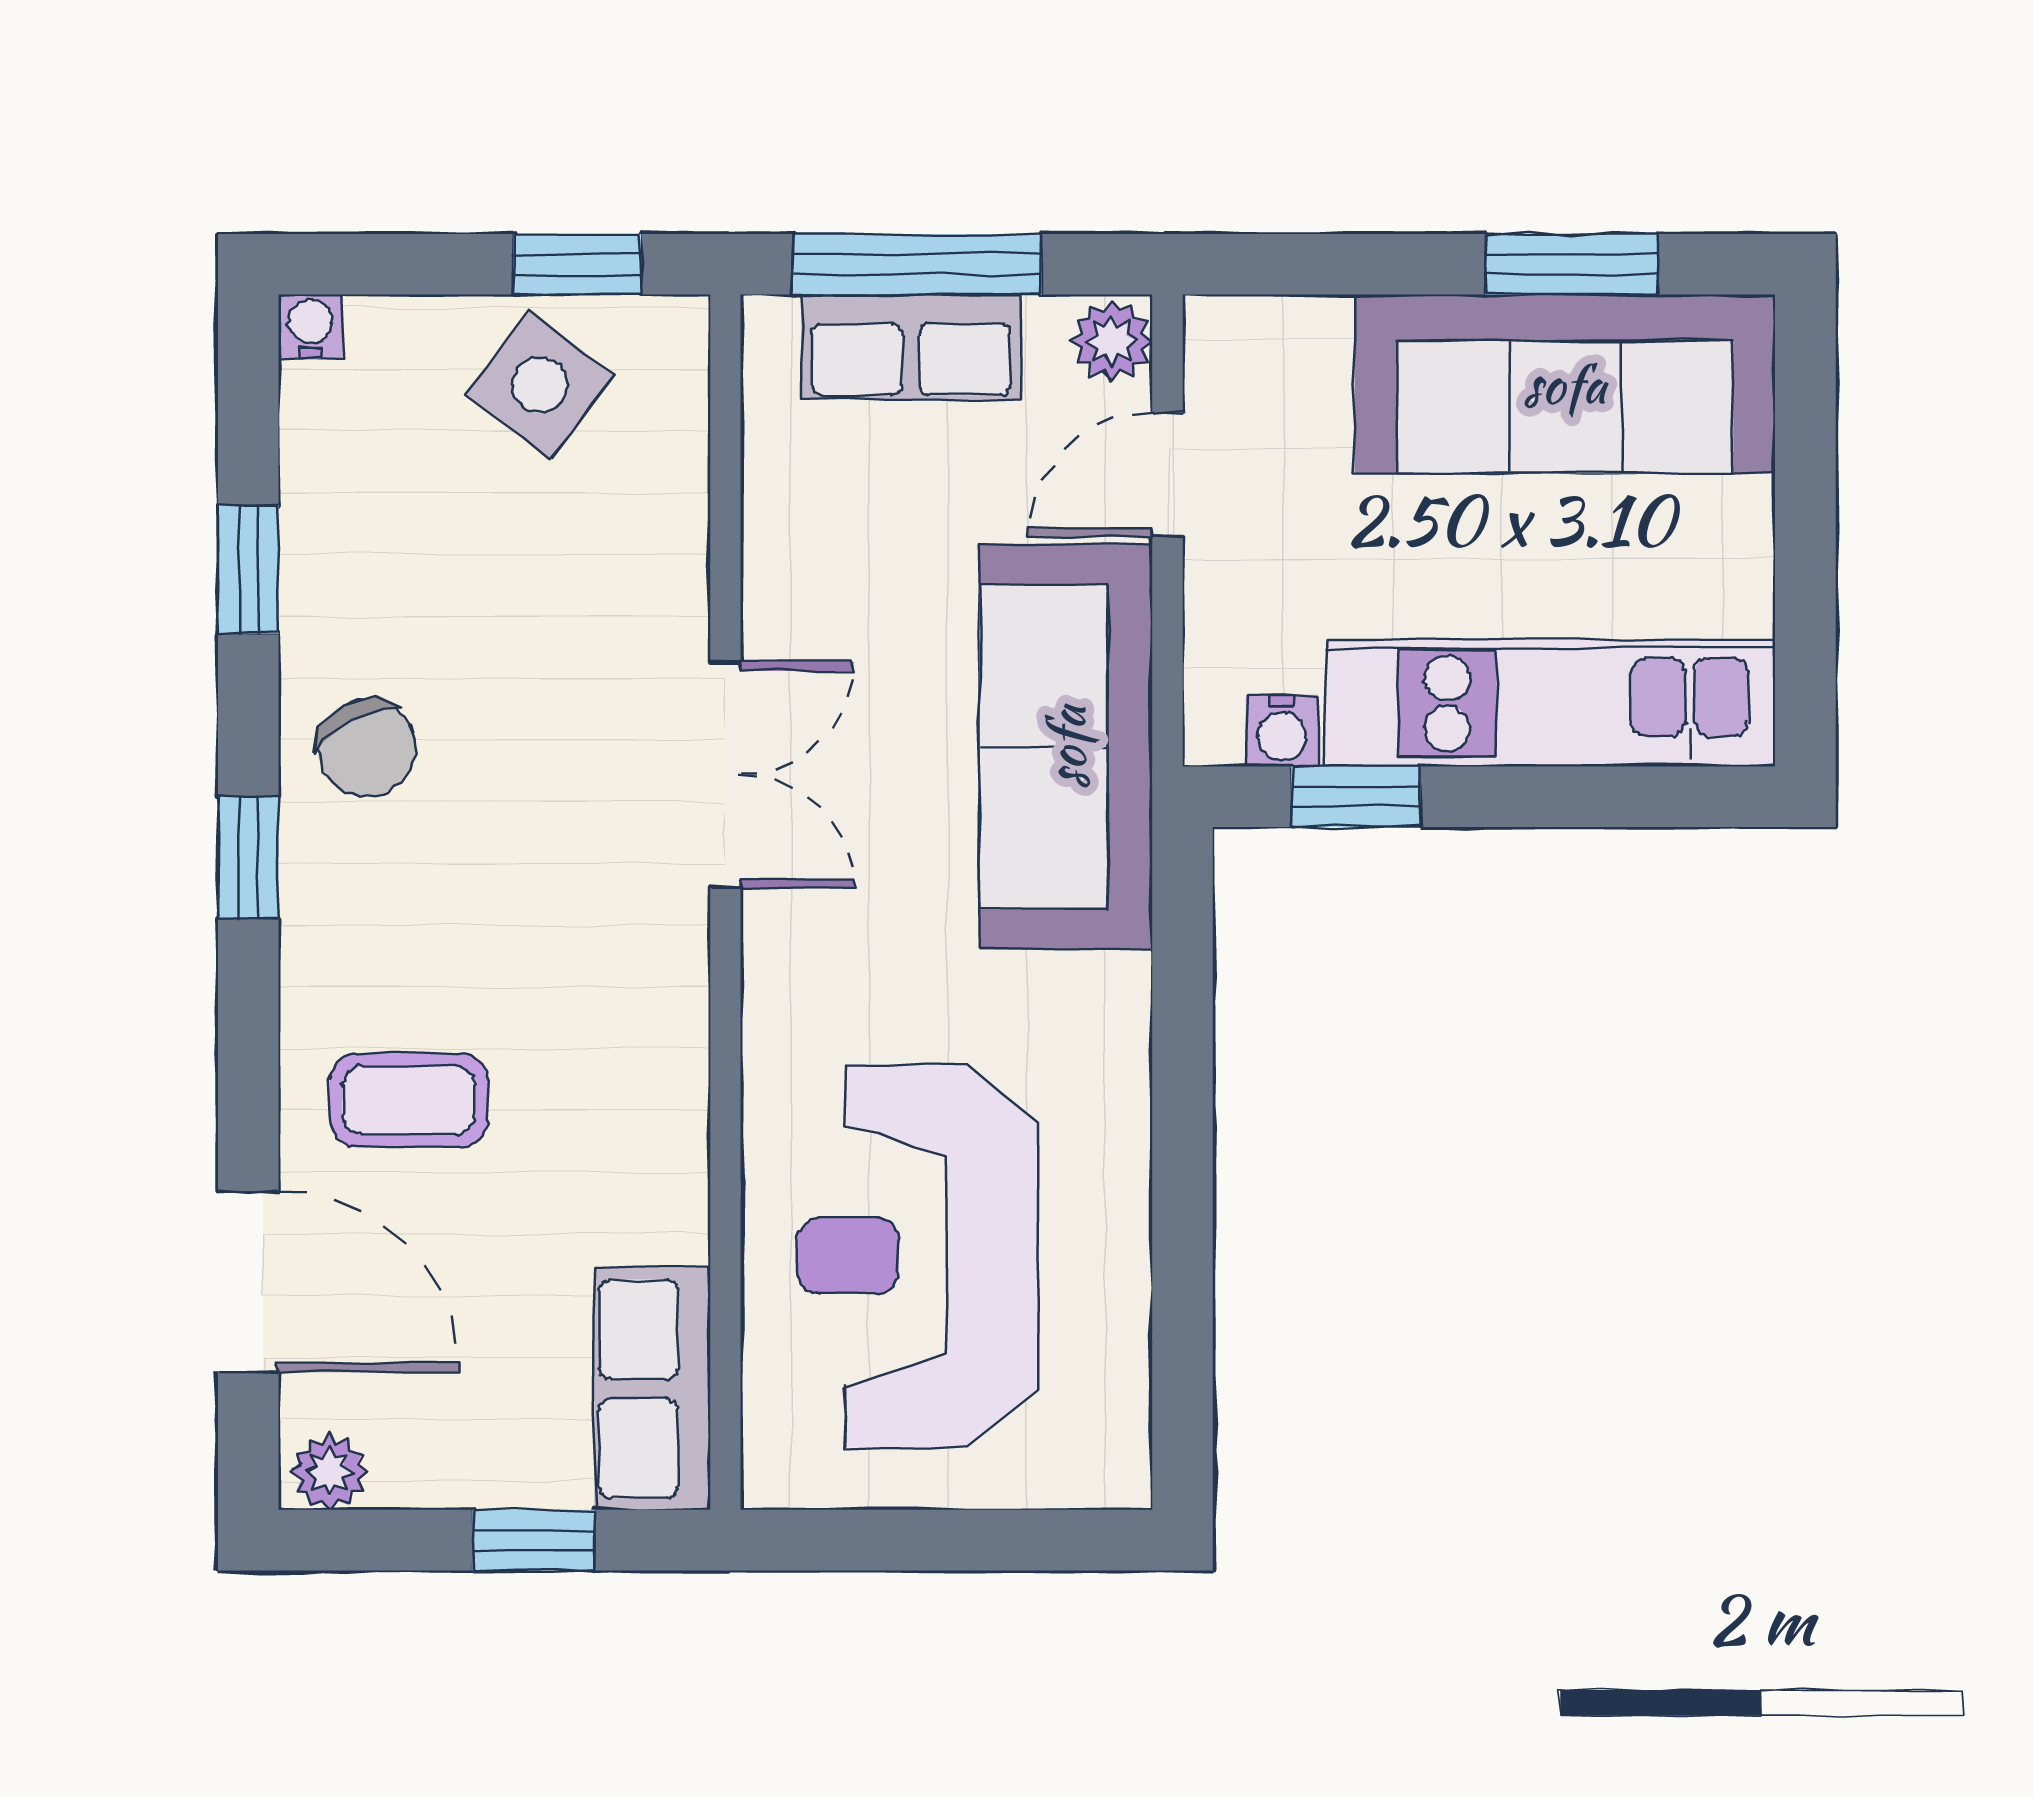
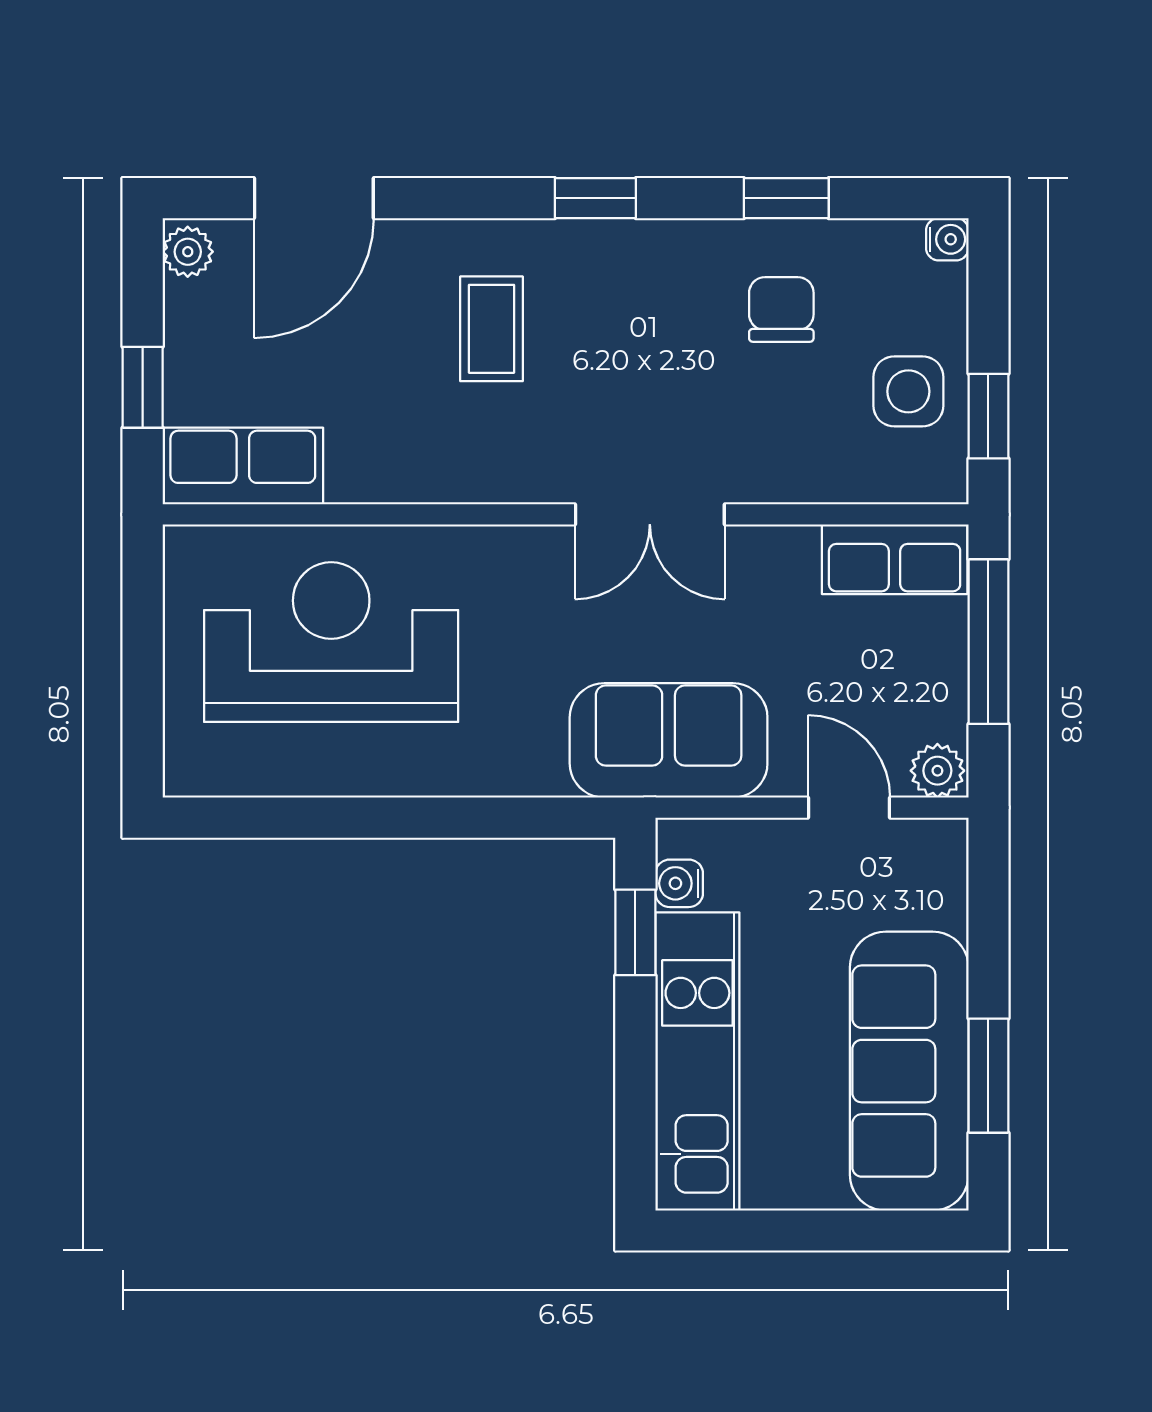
row of seats: (911, 347) -> (895, 559), moved, turned -90
side table: (540, 385) -> (908, 391), turned -37
chair: (366, 747) -> (781, 309), moved, turned 118
sofa: (1066, 747) -> (669, 740), width x0.73
coffee table: (409, 1100) -> (491, 329), moved

